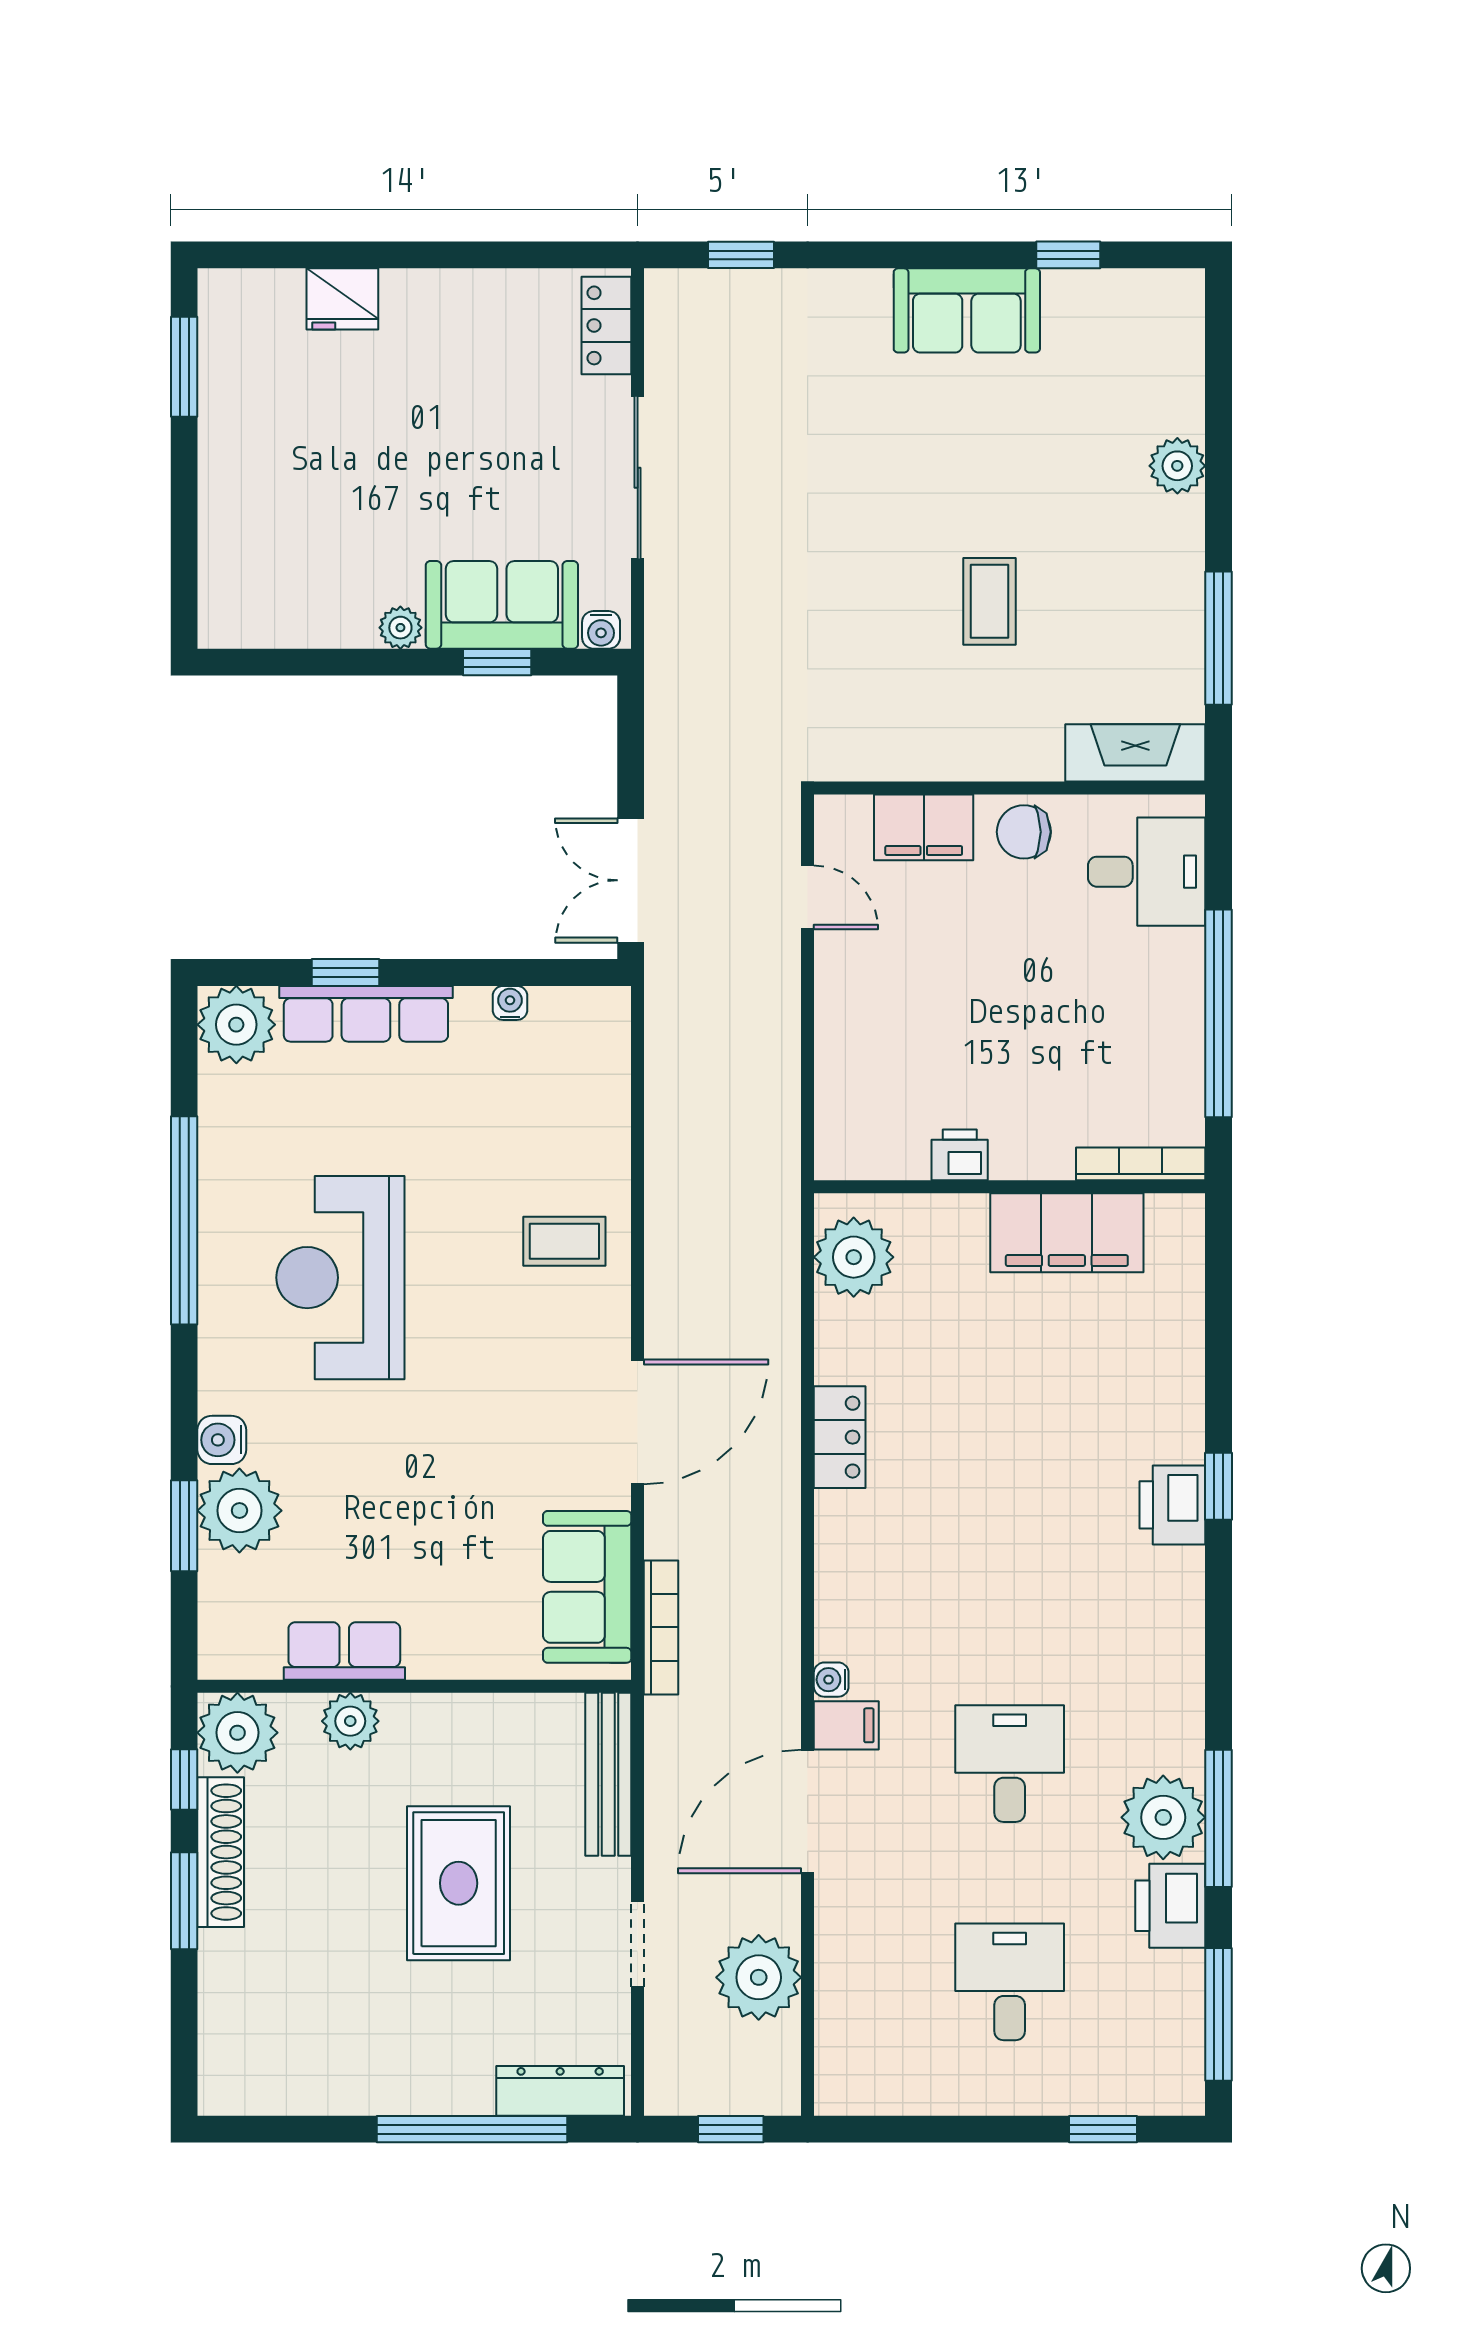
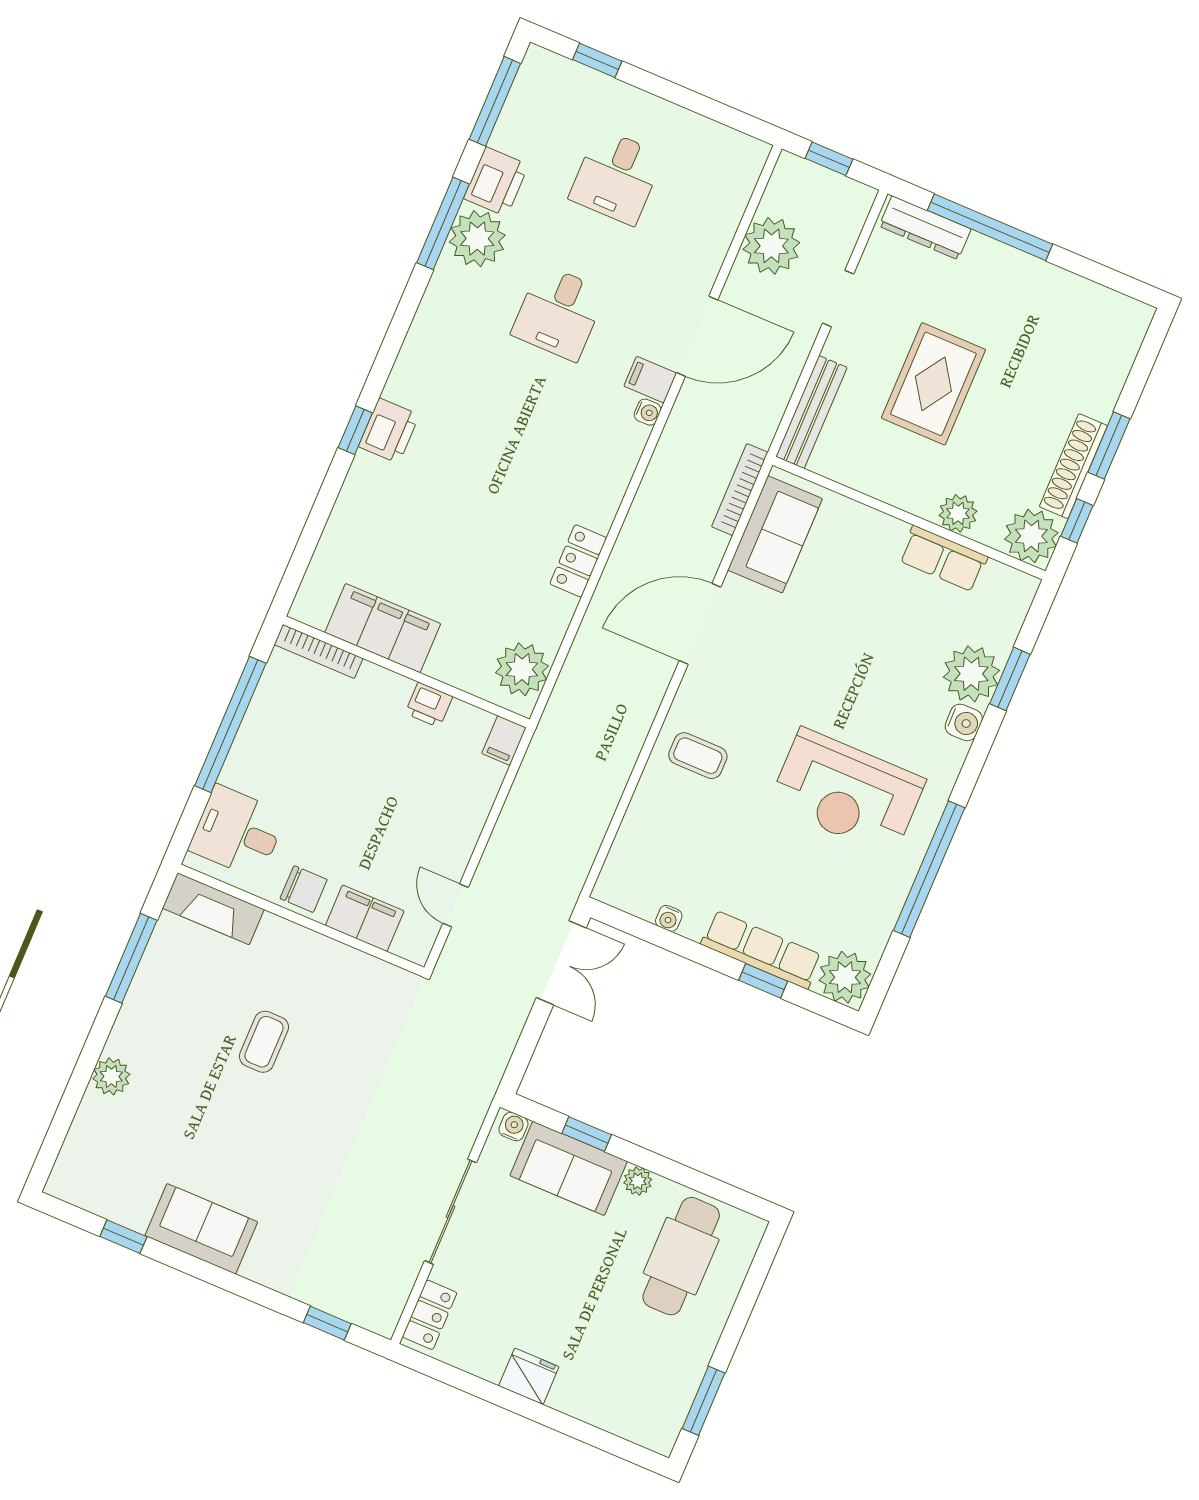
fridge: (342, 299) -> (529, 1376), moved
cafe table: (298, 550) -> (681, 1256), added
filing cabinet: (837, 1150) -> (504, 741), added
reception desk: (340, 1278) -> (847, 792), turned 90

